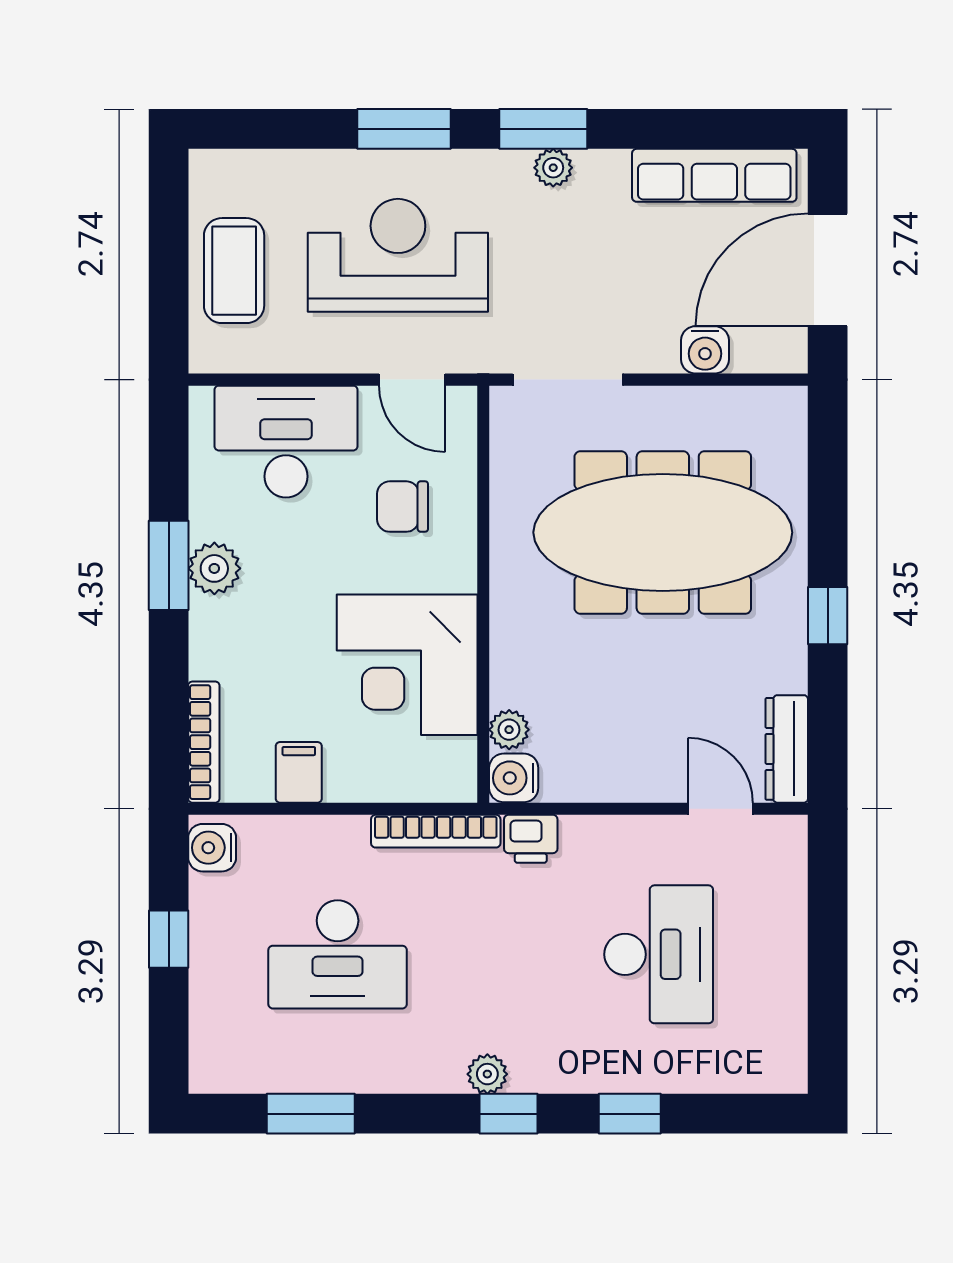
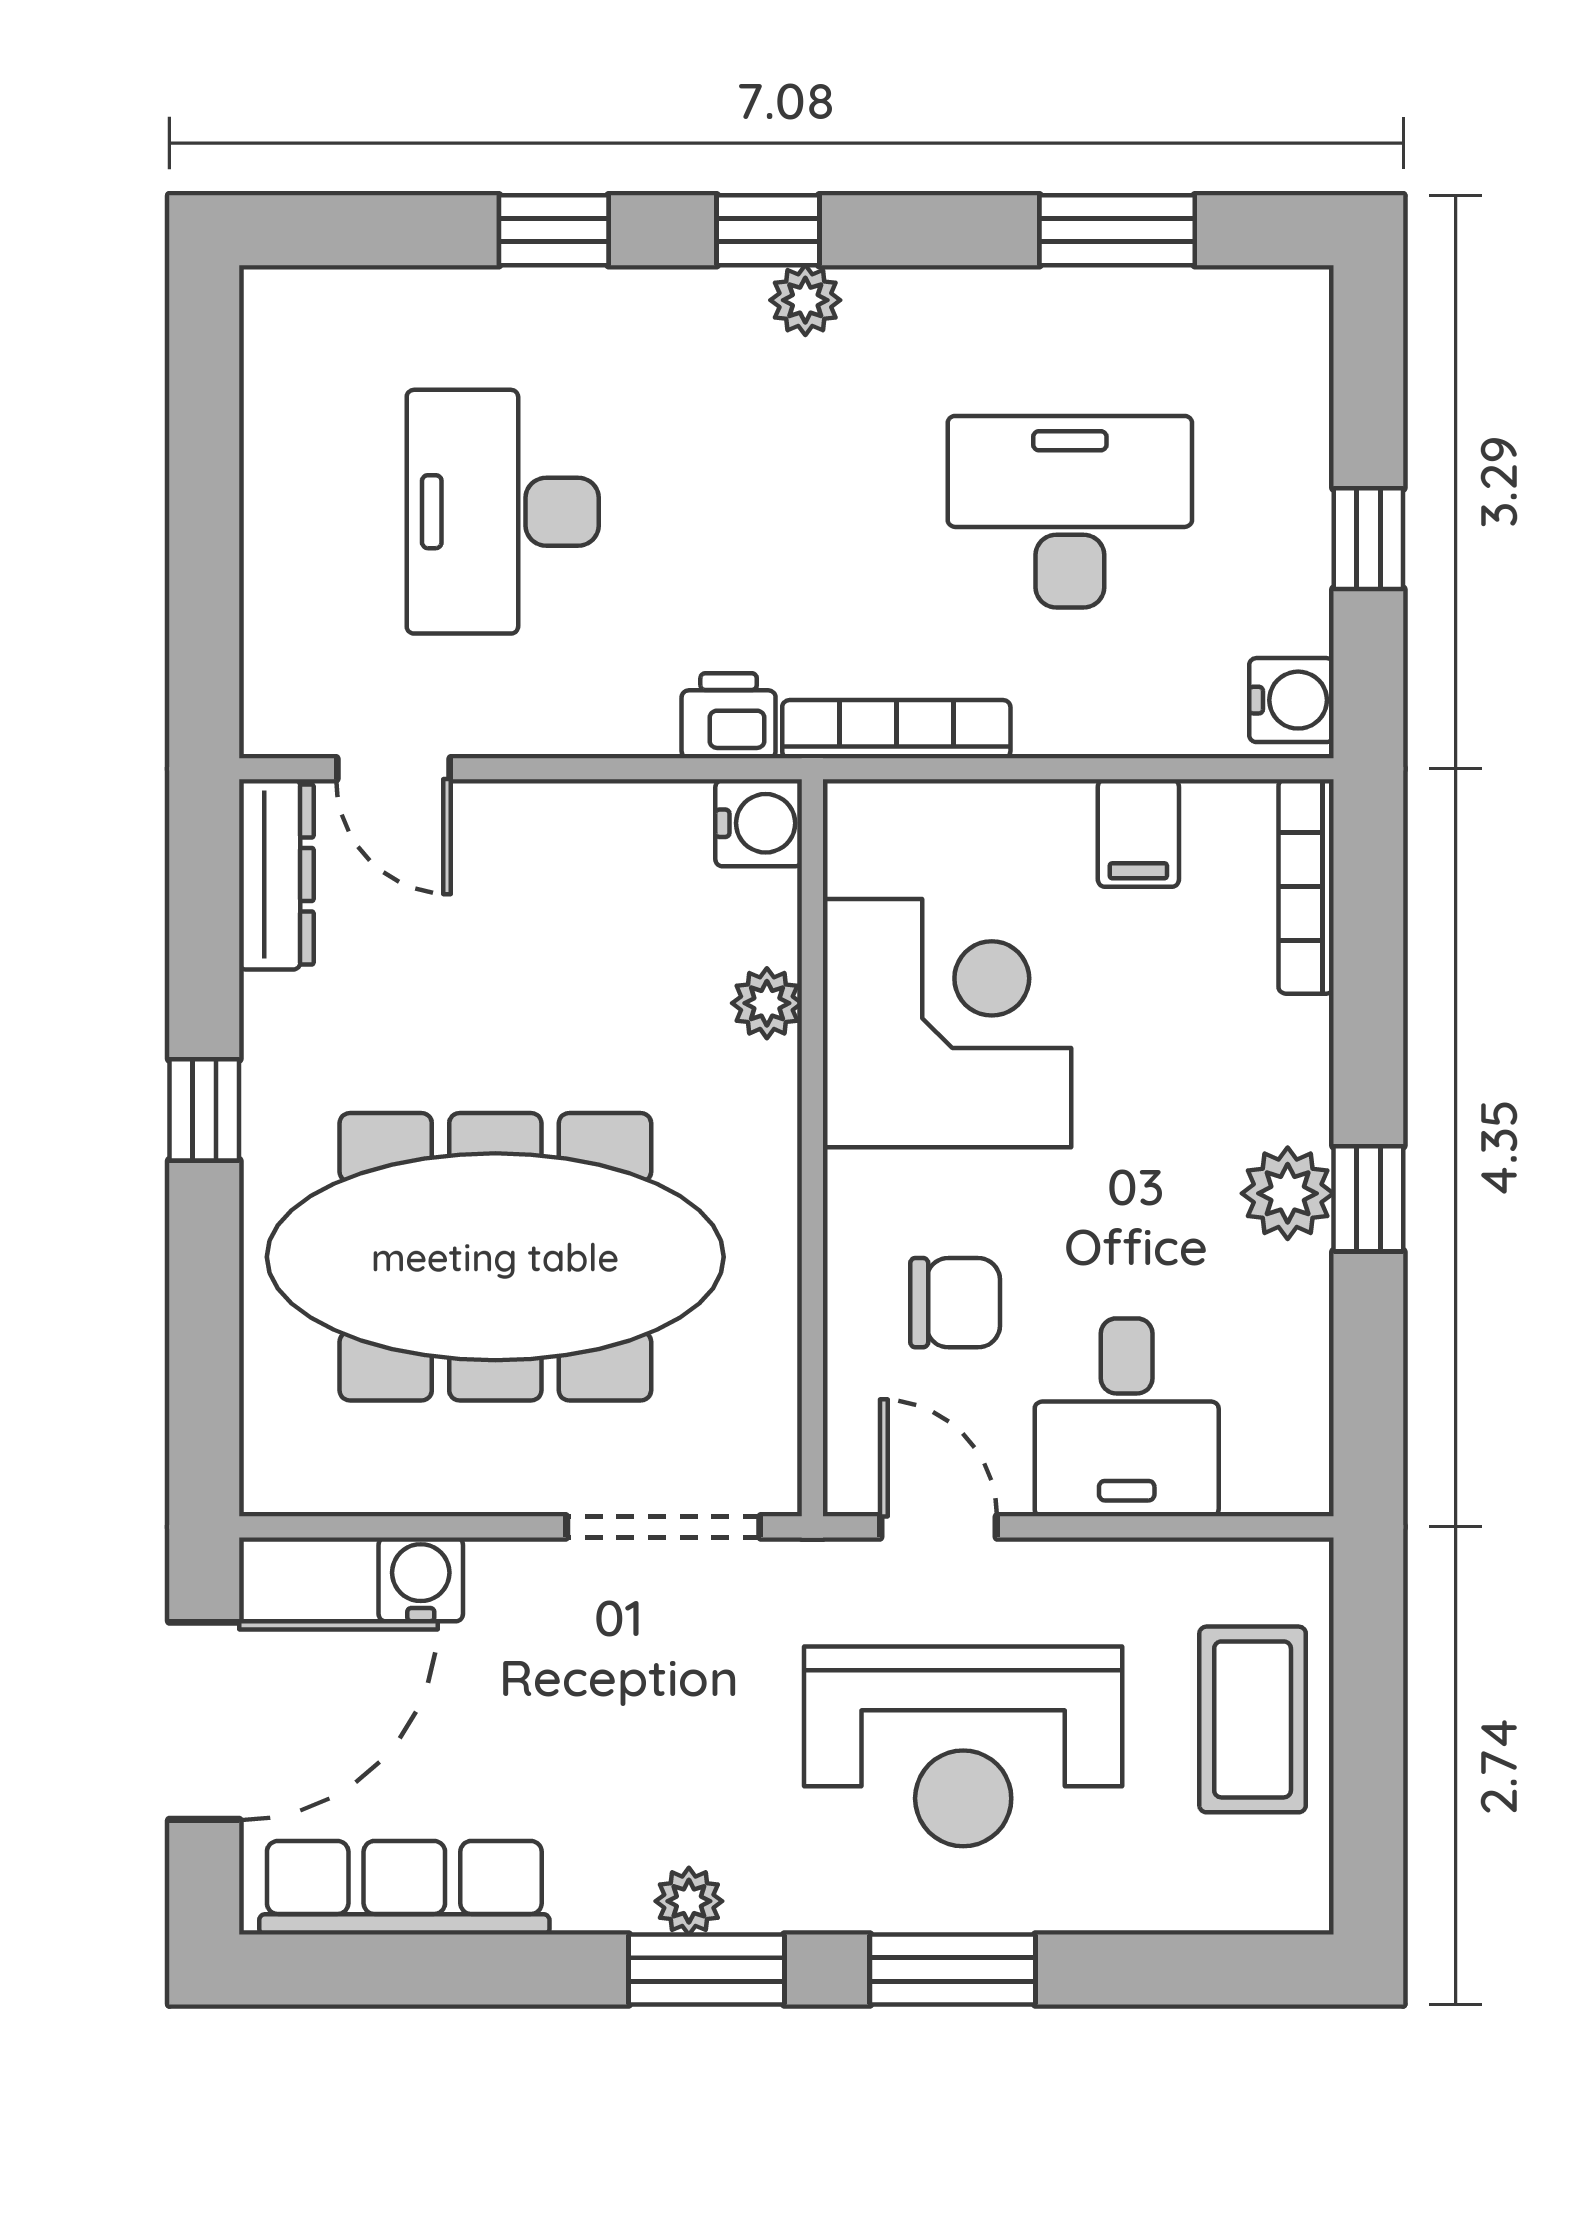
desk: (286, 442) -> (1127, 1417), width x0.73
window: (169, 565) -> (1368, 1199), width x0.67
plant: (509, 730) -> (767, 1003), moved

